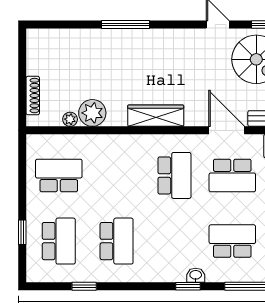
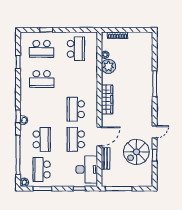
school desk: (174, 175) -> (76, 109), turned 90

